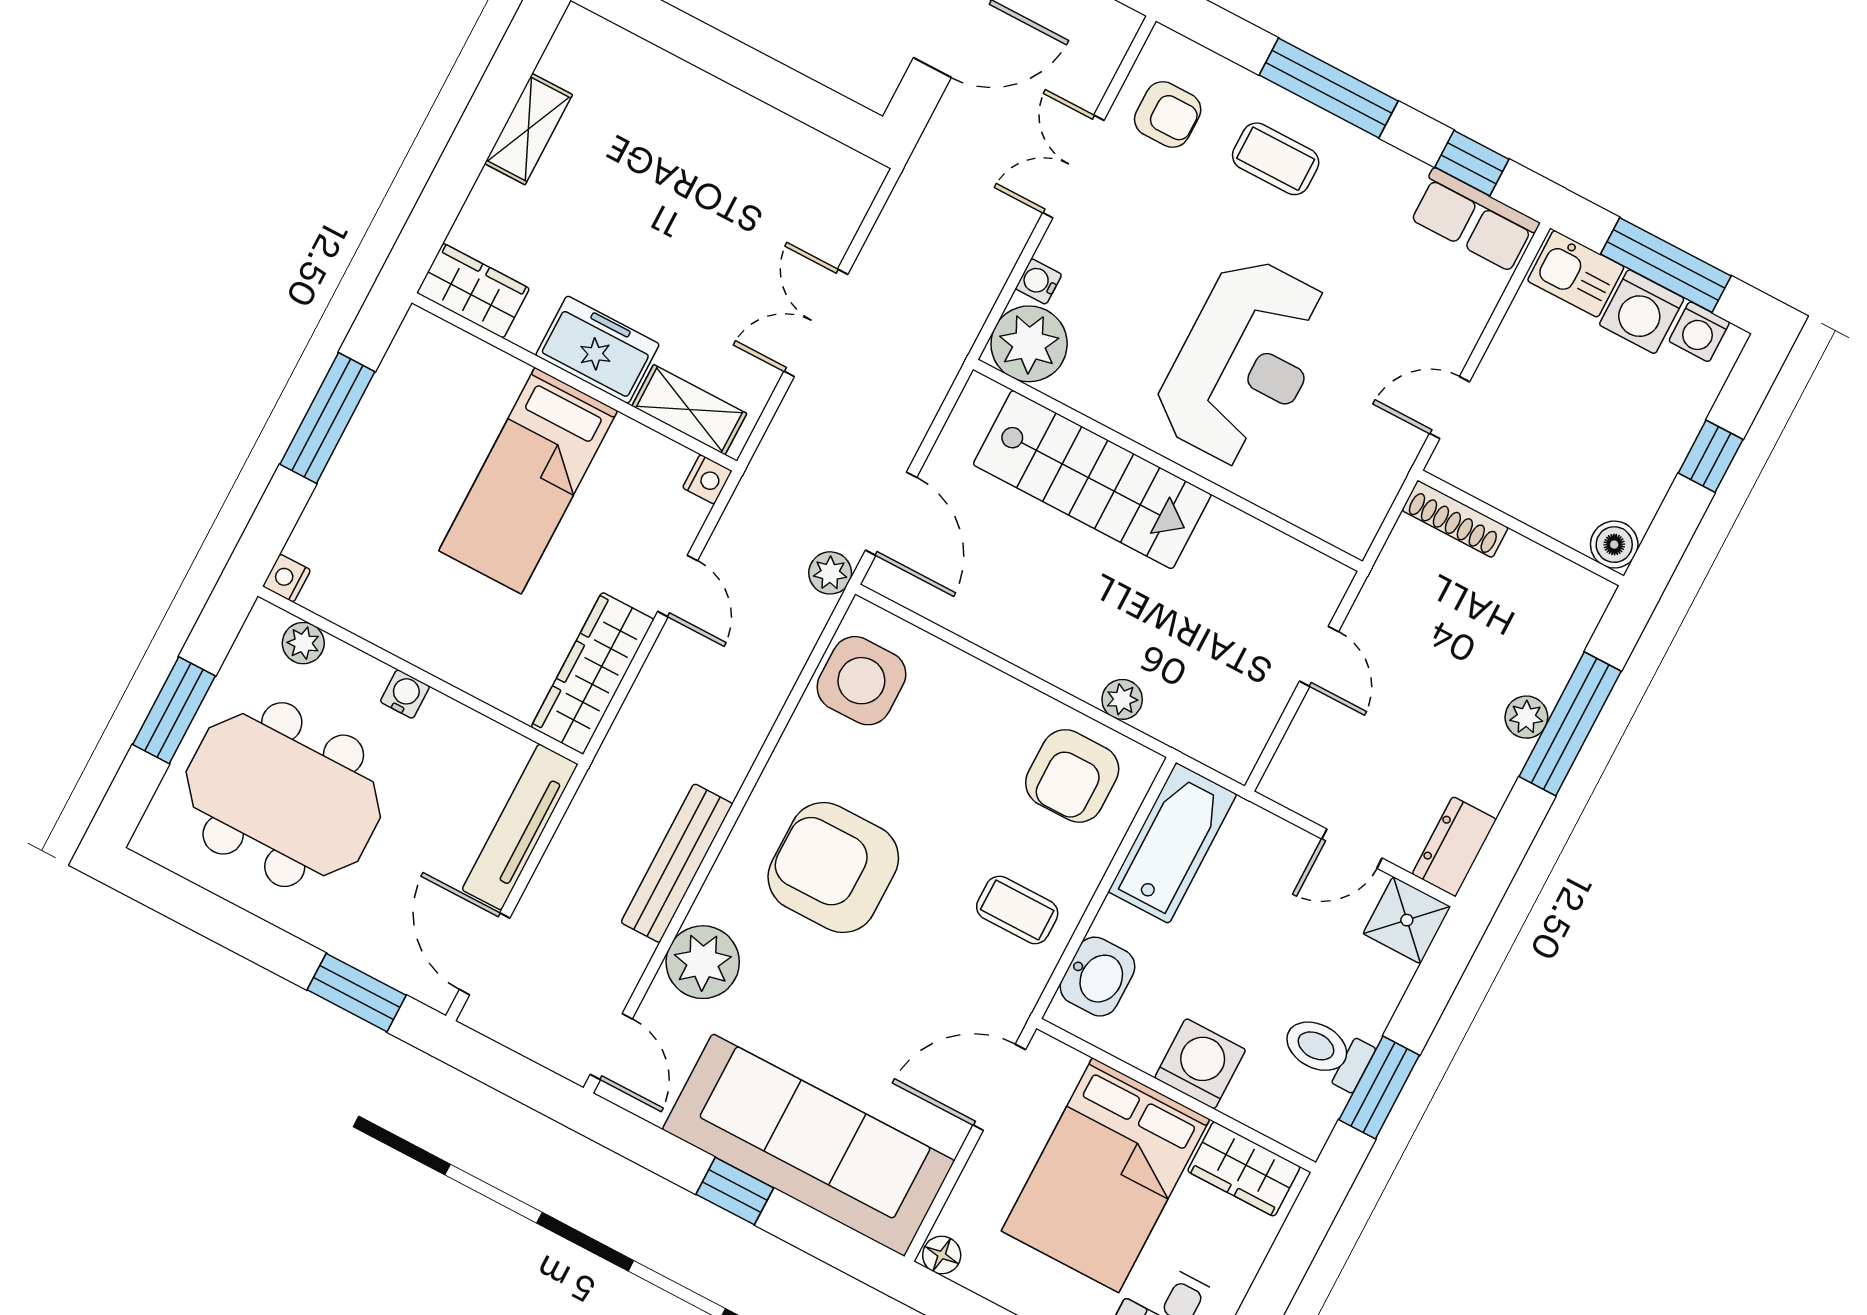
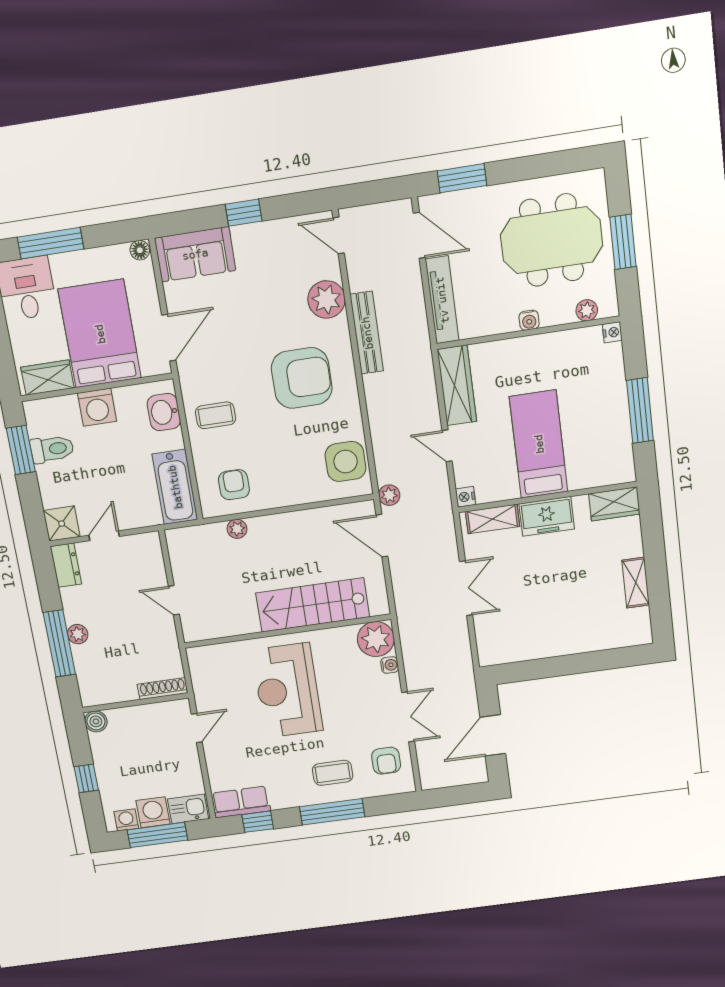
armchair: (1168, 114) -> (386, 761), turned -90
armchair: (1072, 776) -> (234, 485), width x0.72, depth x0.72
sofa: (808, 1145) -> (195, 254), width x0.54, depth x0.79

